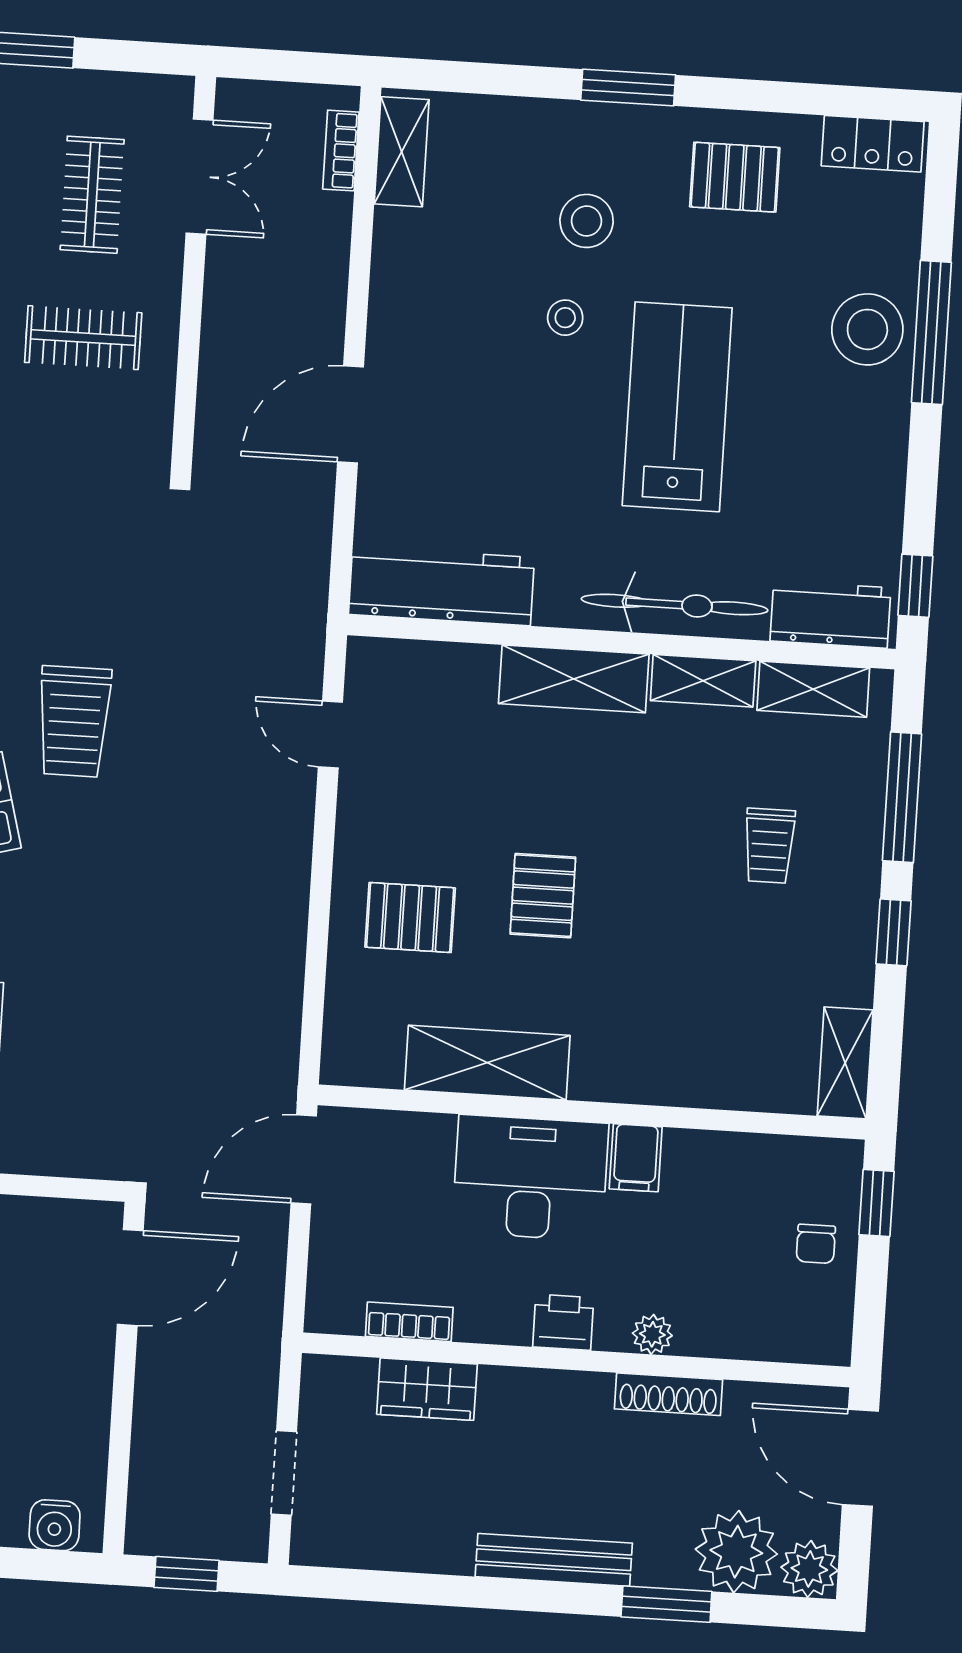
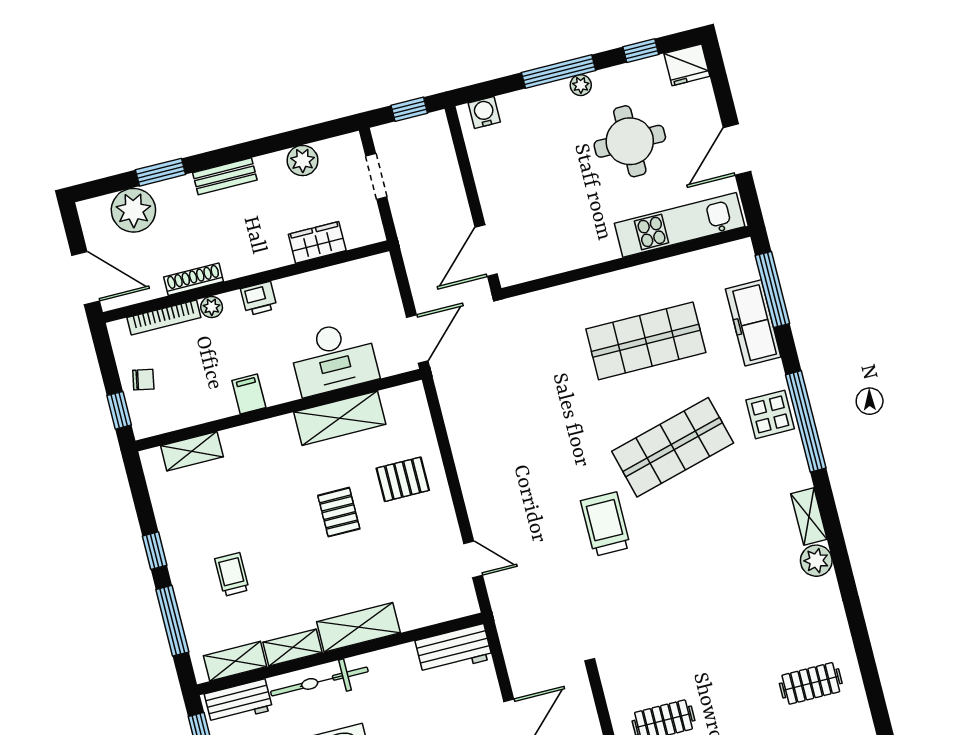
workbench: (441, 586) -> (454, 650), width x0.73
shelving: (845, 1063) -> (192, 451), moved, turned 90
desk: (530, 1178) -> (334, 358), moved
chair: (816, 1244) -> (143, 380), turned 101
bookcase: (409, 1322) -> (164, 318), moved, width x1.56
bench: (554, 1560) -> (225, 176), width x0.73
plant: (809, 1569) -> (303, 160), moved

